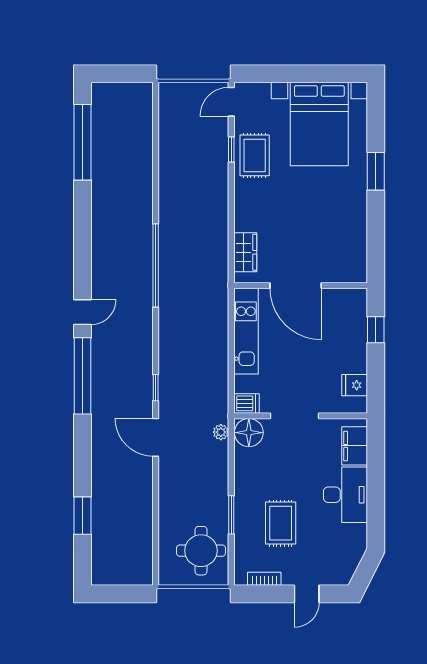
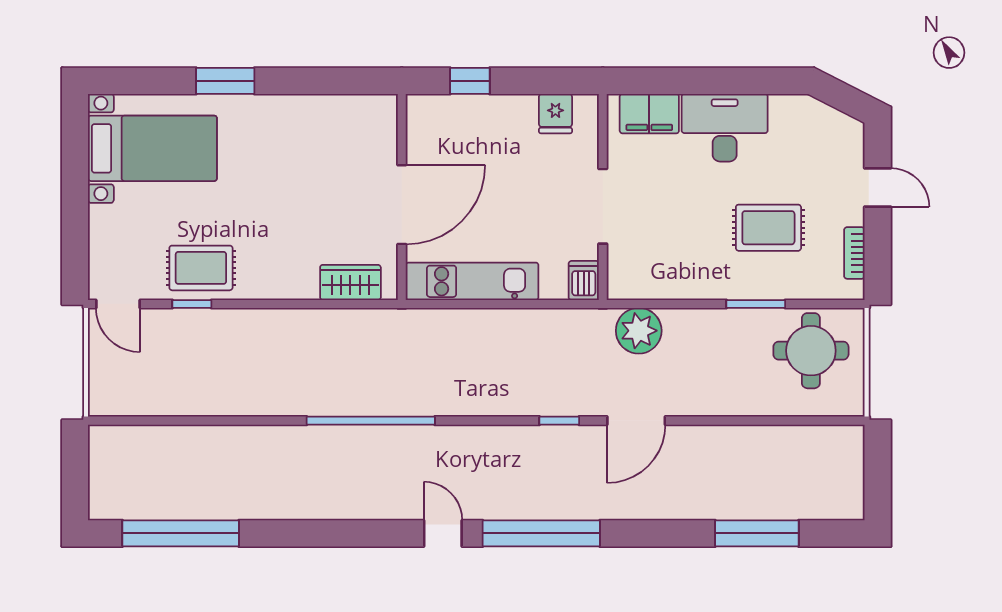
bed with nightstands: (319, 124) -> (152, 148), width x0.73
plant: (221, 432) -> (639, 331), width x1.87, depth x1.87
floor lamp: (249, 433) -> (629, 277), removed
window: (83, 516) -> (757, 533), width x1.44

